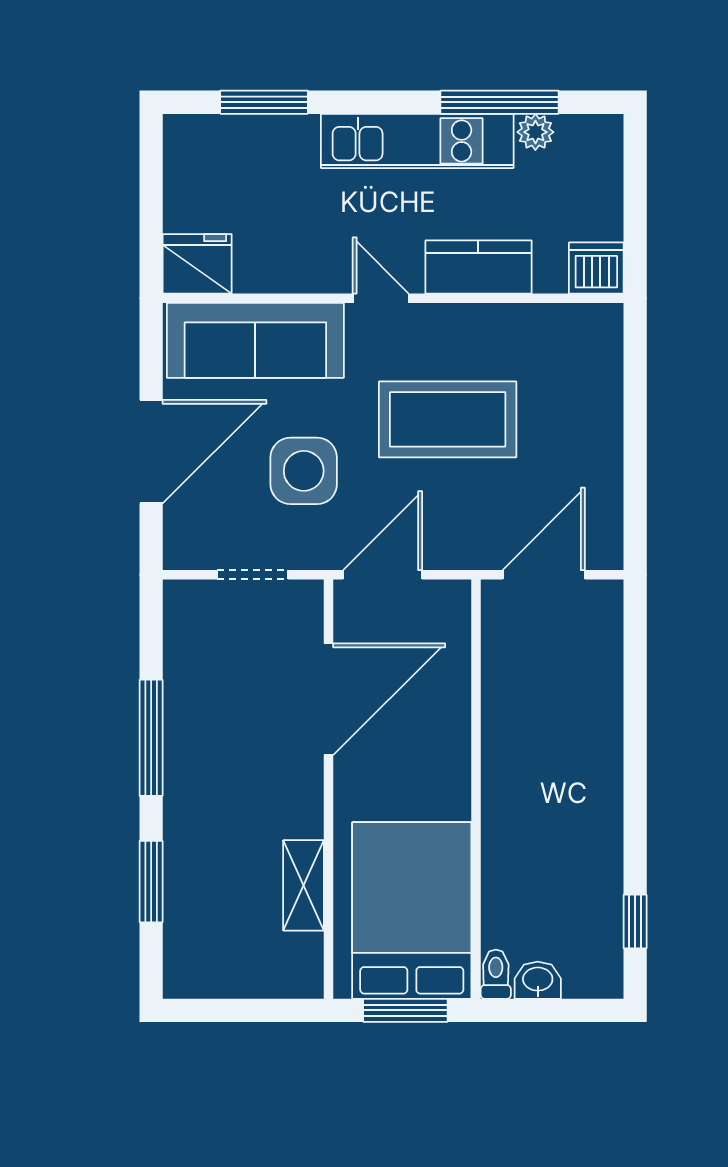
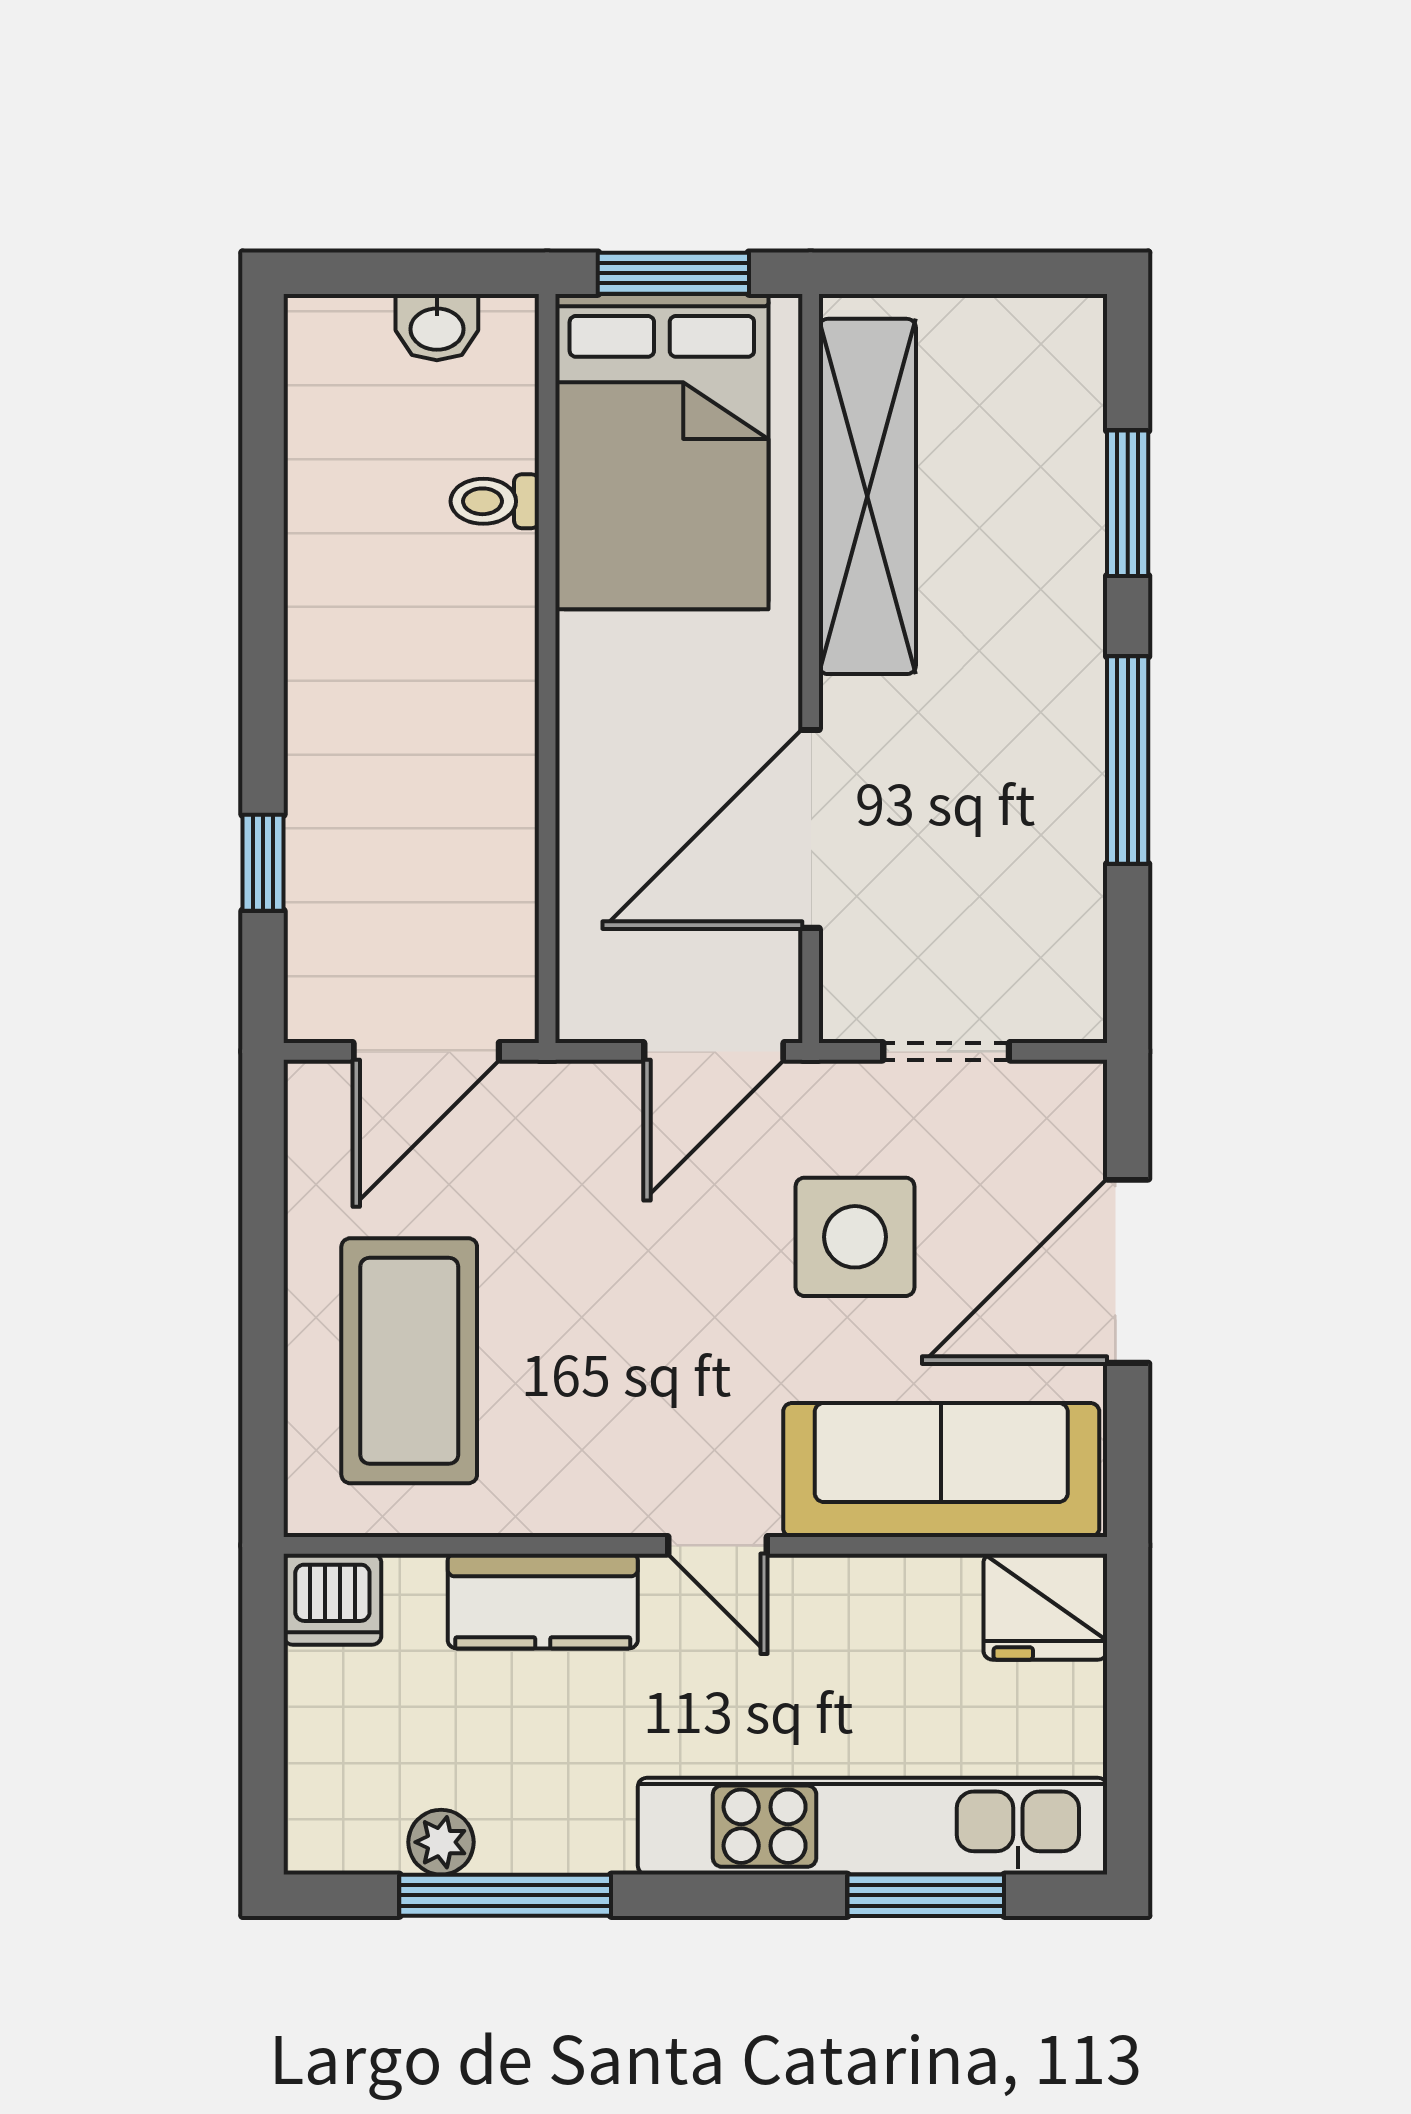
kitchen unit: (417, 141) -> (872, 1826), moved, width x1.36
coffee table: (448, 419) -> (409, 1361), moved, turned 90
shelving: (304, 885) -> (867, 496), width x2.20, depth x1.33
window: (635, 921) -> (263, 863), moved
toilet: (496, 974) -> (495, 501), moved, turned 90

